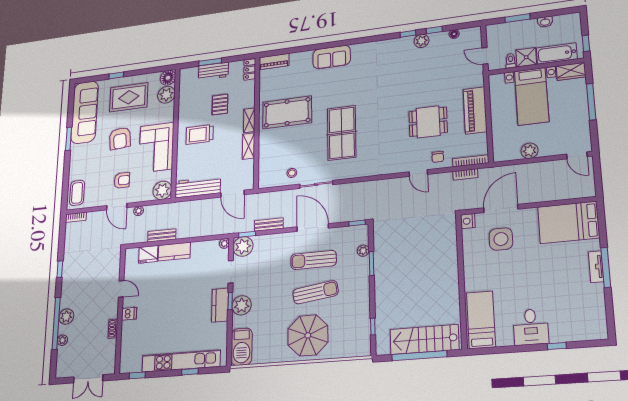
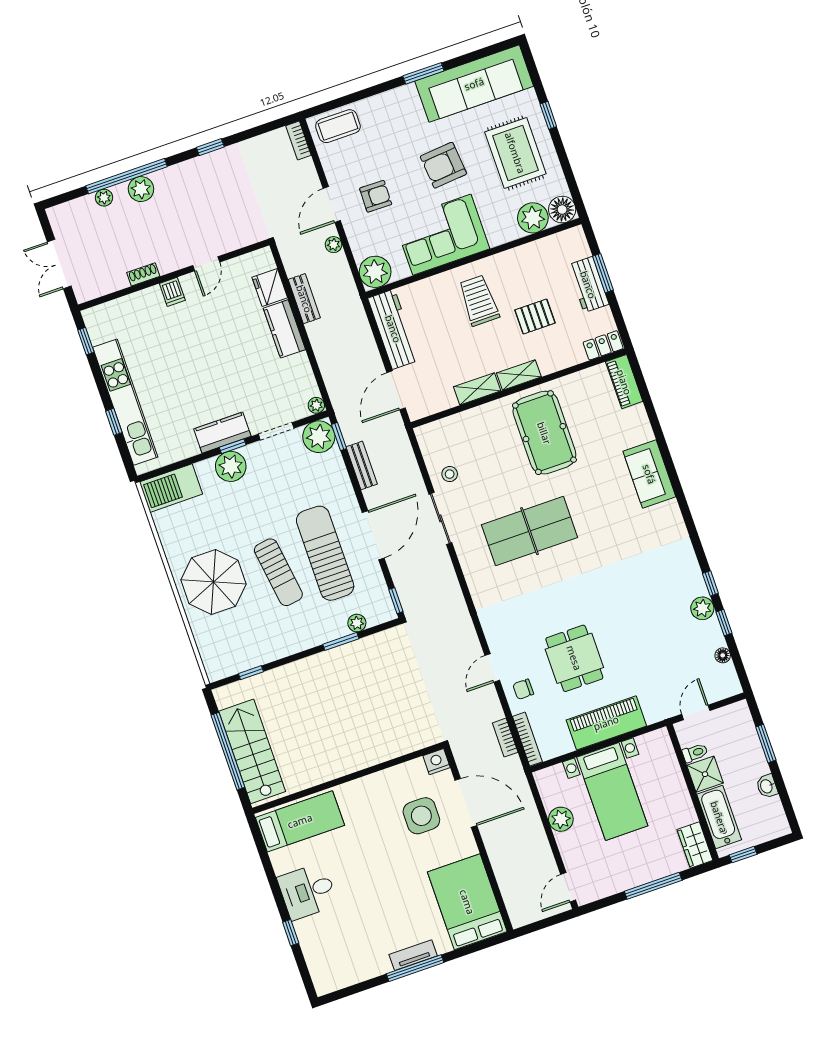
bed with nightstands: (532, 96) -> (612, 792), moved, turned -90
armchair: (122, 180) -> (376, 196), turned -89
sun lounger: (314, 260) -> (325, 553), width x1.36, depth x1.34

